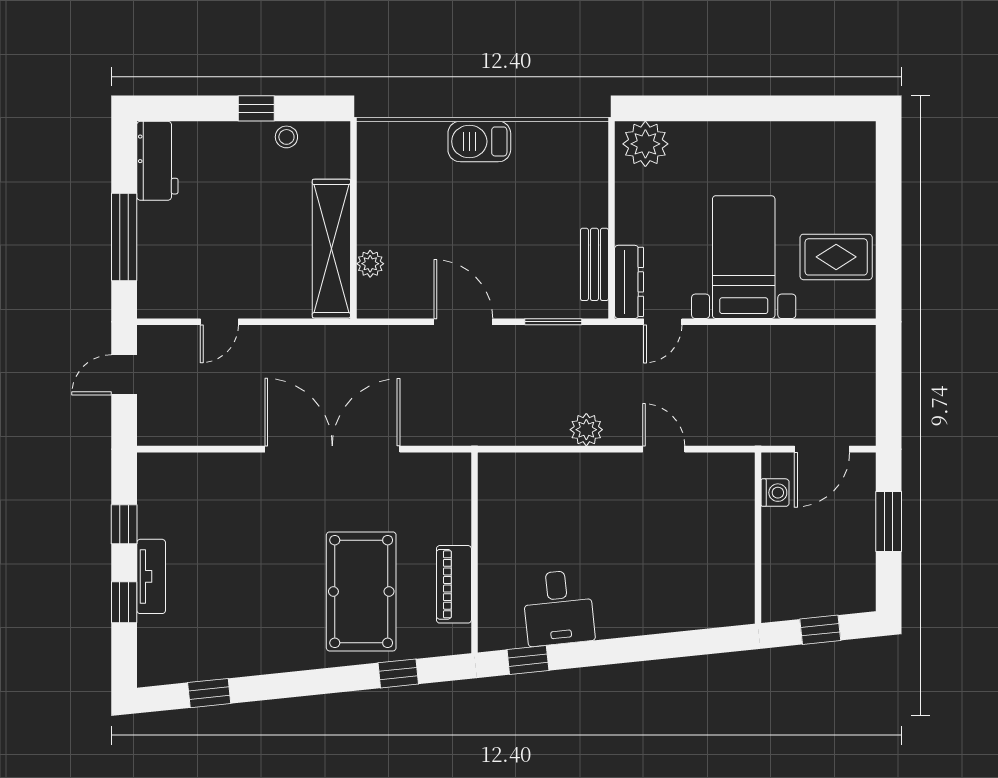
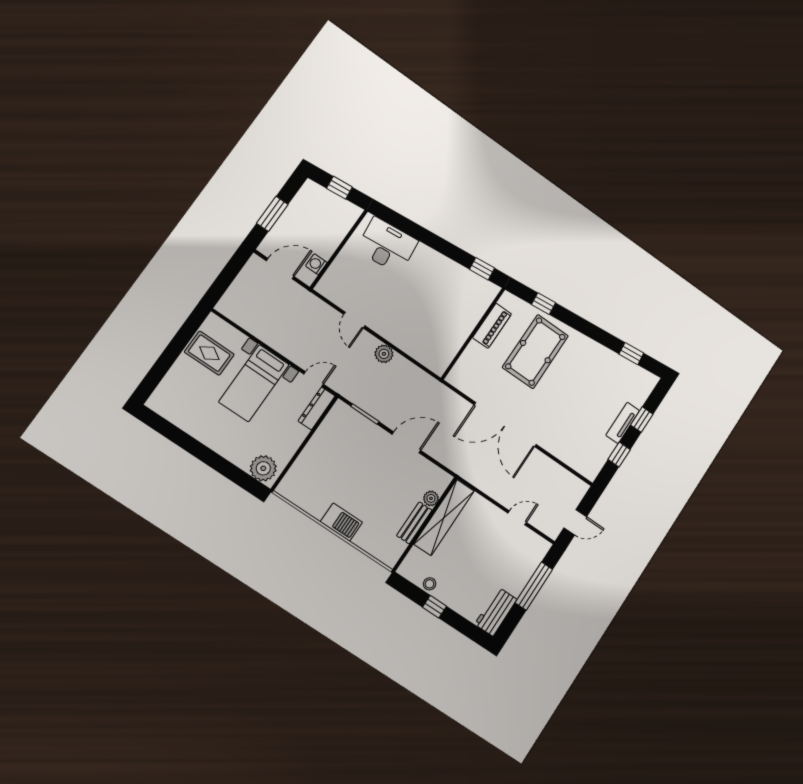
bench: (594, 264) -> (414, 523), moved
door: (463, 322) -> (406, 442), swing flipped
desk: (558, 608) -> (387, 245), moved, width x1.37

